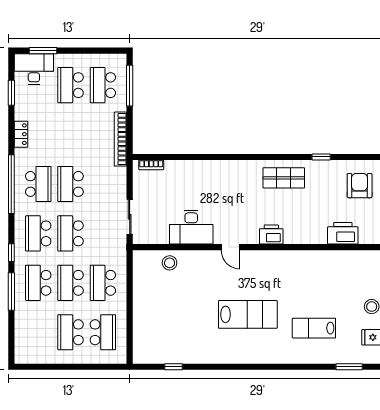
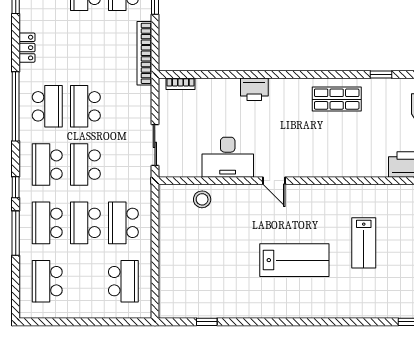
printer: (271, 234) -> (254, 89), moved, turned 180
lab bench: (314, 328) -> (364, 243), moved, turned -90
school desk: (71, 332) -> (47, 281), moved

